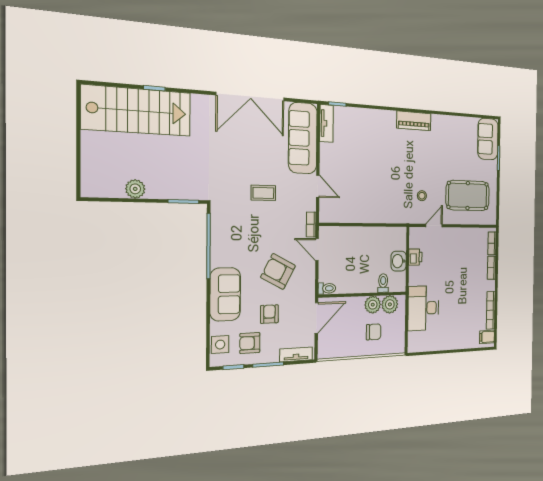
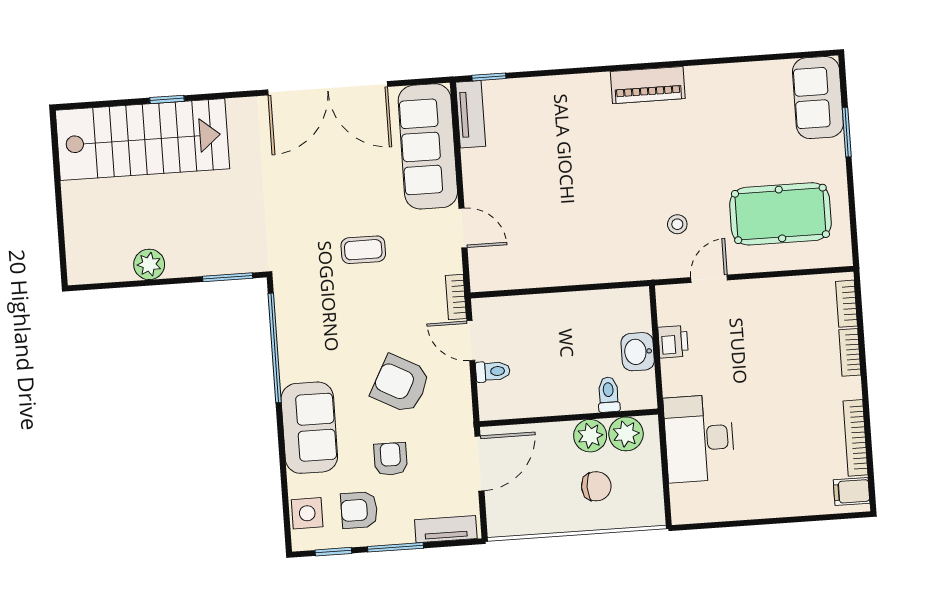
toilet: (327, 288) -> (493, 371), moved

